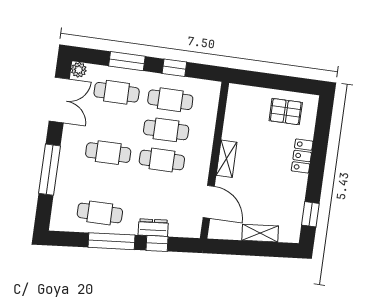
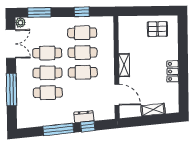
window: (127, 61) -> (39, 12), moved
cafe table: (117, 92) -> (47, 53), moved
locker: (302, 156) -> (173, 71), moved
cafe table: (100, 213) -> (48, 93), moved
window: (310, 214) -> (183, 93), removed

